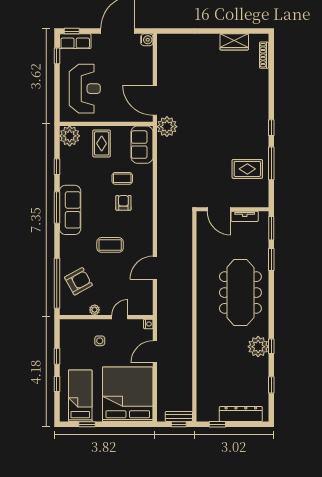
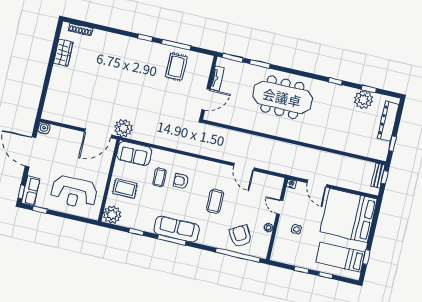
reception desk: (85, 89) -> (74, 192), turned 180
plant: (258, 347) -> (364, 100), moved

